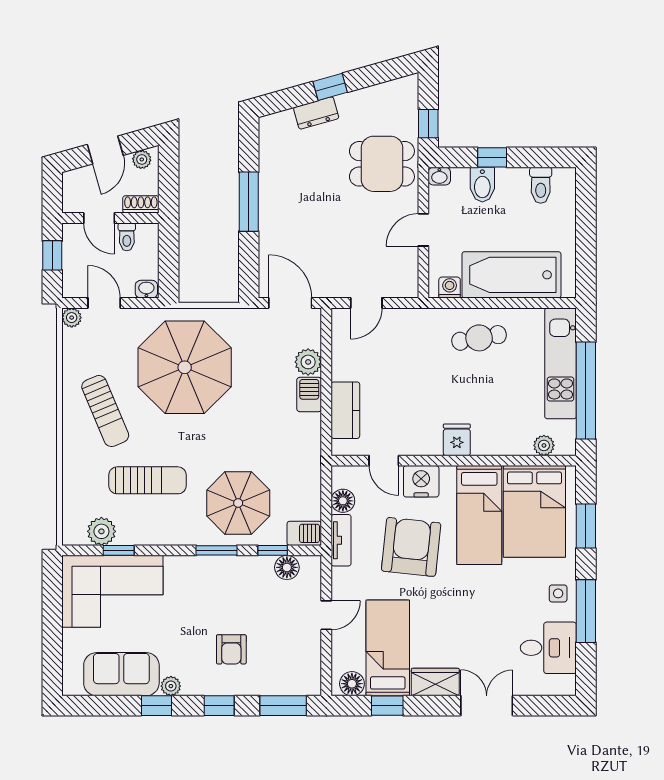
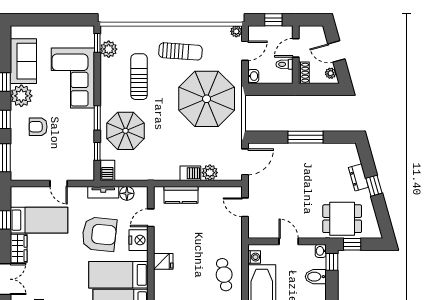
window: (492, 157) -> (332, 262), moved
dining table: (382, 164) -> (342, 219), moved, turned 90
sun lounger: (105, 411) -> (180, 51), turned -153
sun lounger: (147, 480) -> (139, 77), turned 180
window: (119, 550) -> (97, 43), moved
floor lamp: (287, 567) -> (87, 160), removed
corner sofa: (112, 591) -> (73, 78), moved
floor lamp: (352, 684) -> (18, 199), removed
plant: (171, 686) -> (21, 96), width x1.87, depth x1.87

